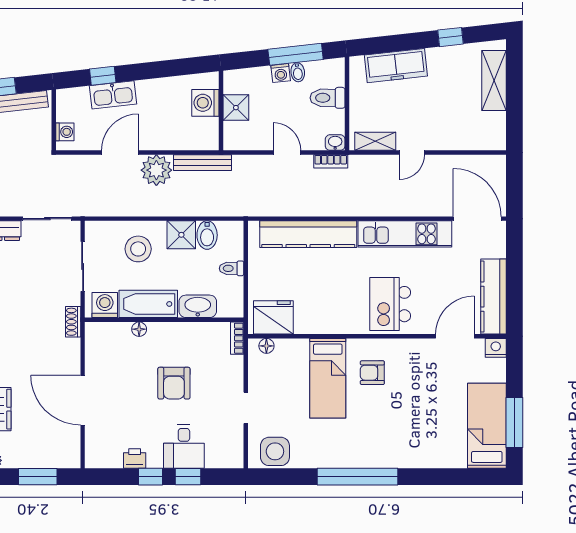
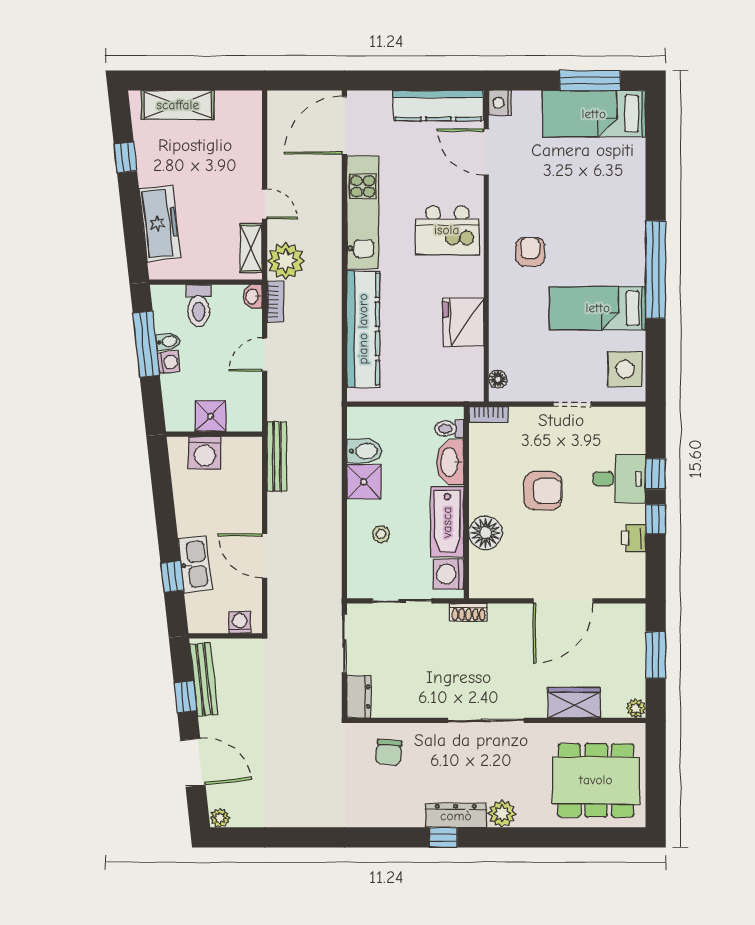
plant: (156, 170) -> (286, 261), moved
stool: (138, 249) -> (381, 534), width x0.53, depth x0.53
toilet: (232, 268) -> (449, 429), moved, turned 90
fridge: (273, 317) -> (463, 322), moved
floor lamp: (139, 329) -> (486, 533), width x1.89, depth x1.89
armchair: (372, 373) -> (530, 252), turned 180
bed: (328, 378) -> (598, 308), moved, turned 180

